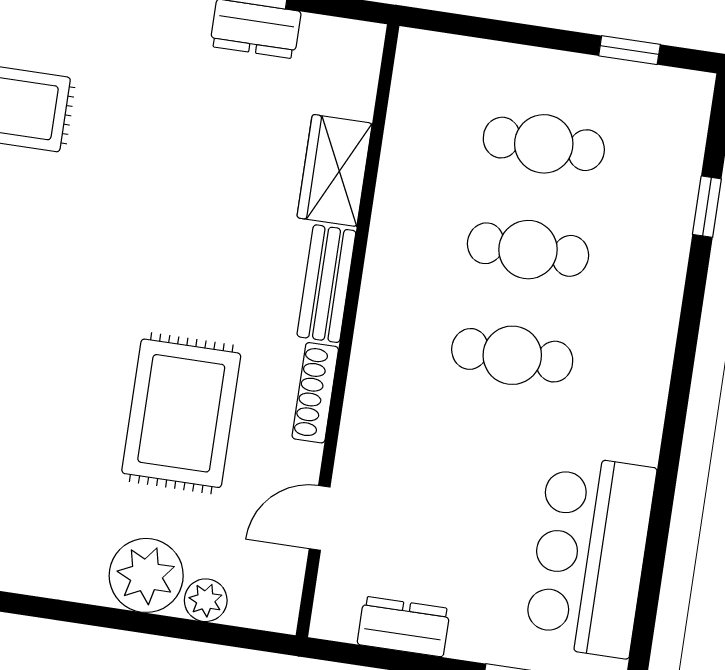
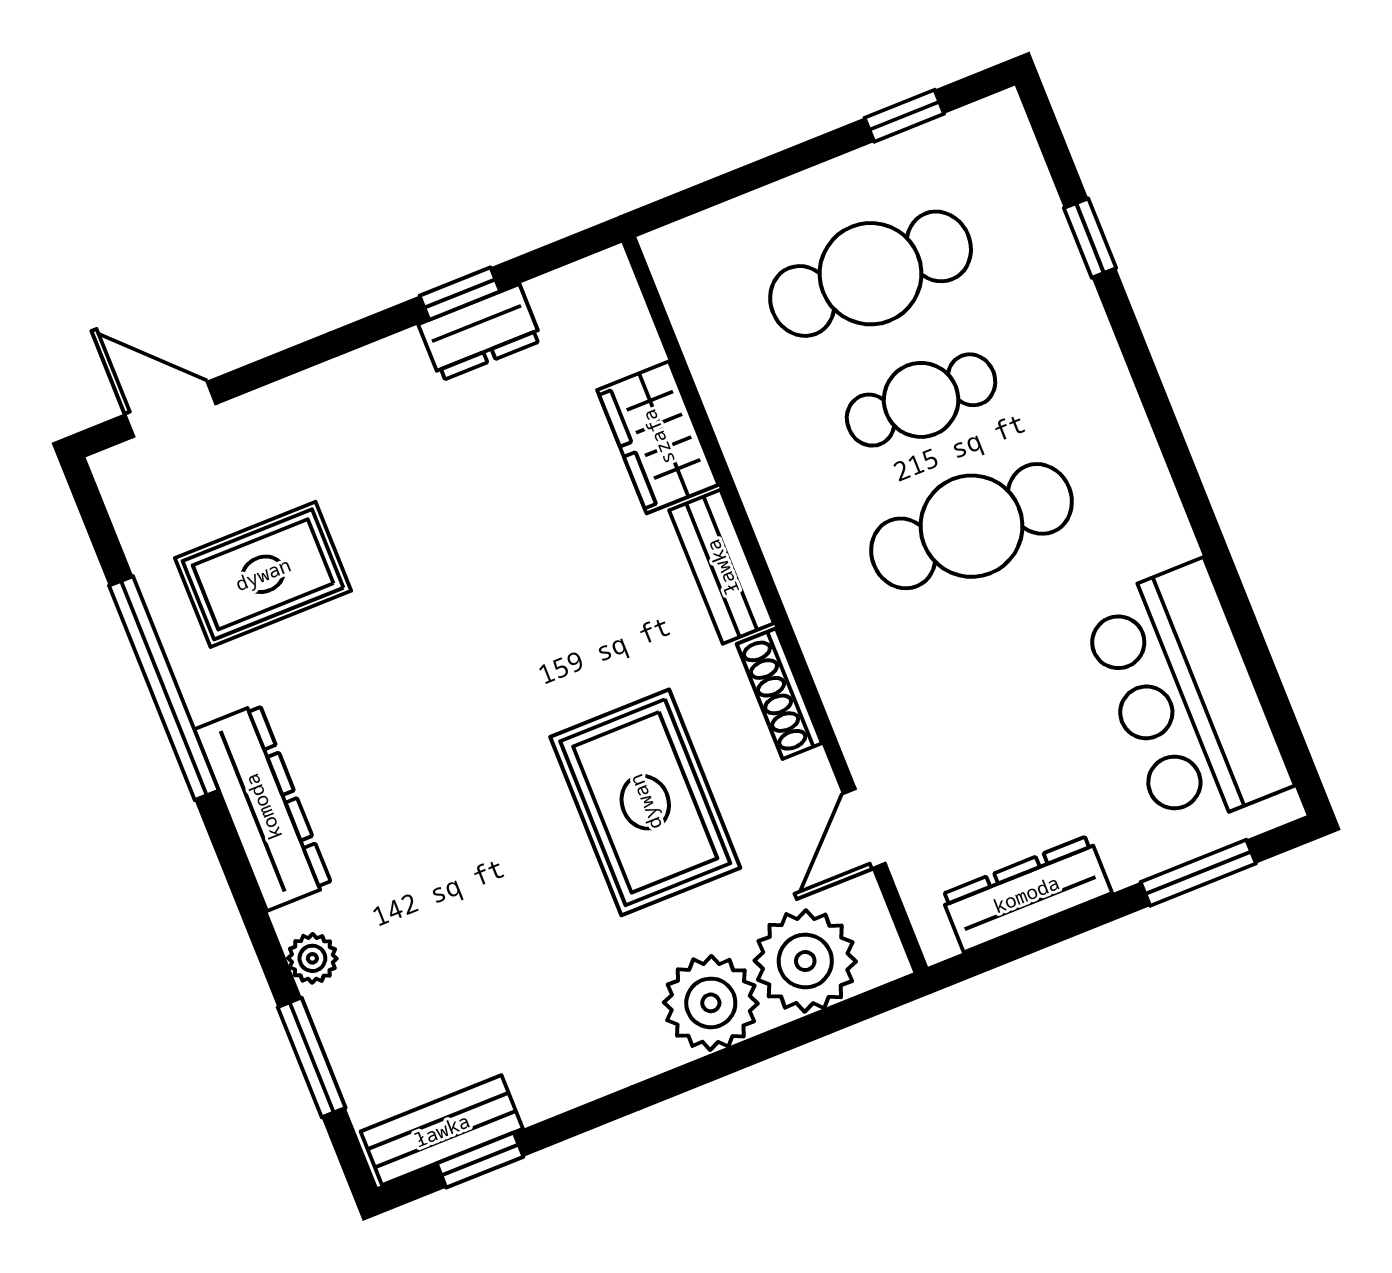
cafe table: (544, 144) -> (871, 274), width x1.37, depth x1.35
cafe table: (512, 355) -> (972, 526), width x1.37, depth x1.35
plant: (206, 600) -> (805, 961), width x1.87, depth x1.87
dresser: (404, 627) -> (1026, 894), width x1.44

